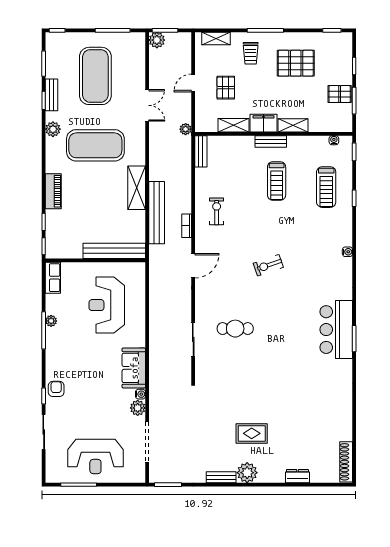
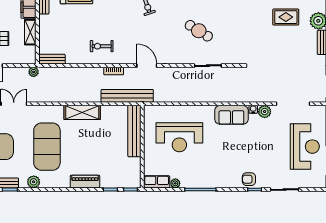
bench: (157, 213) -> (127, 96), moved
plant: (51, 321) -> (175, 183), moved
cafe table: (235, 329) -> (199, 31), turned -58
rug: (252, 433) -> (286, 17), turned 90

